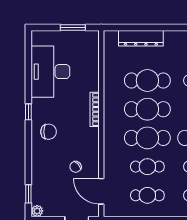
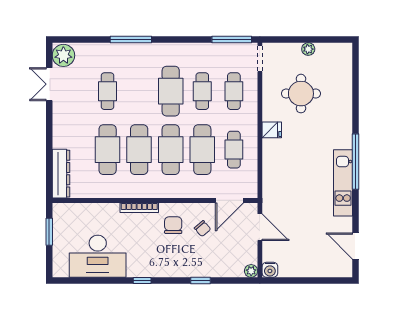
dresser: (141, 38) -> (61, 174), moved
chair: (49, 132) -> (173, 225), moved
cafe table: (147, 167) -> (202, 150), width x1.37, depth x1.35
window: (28, 194) -> (200, 281), moved

